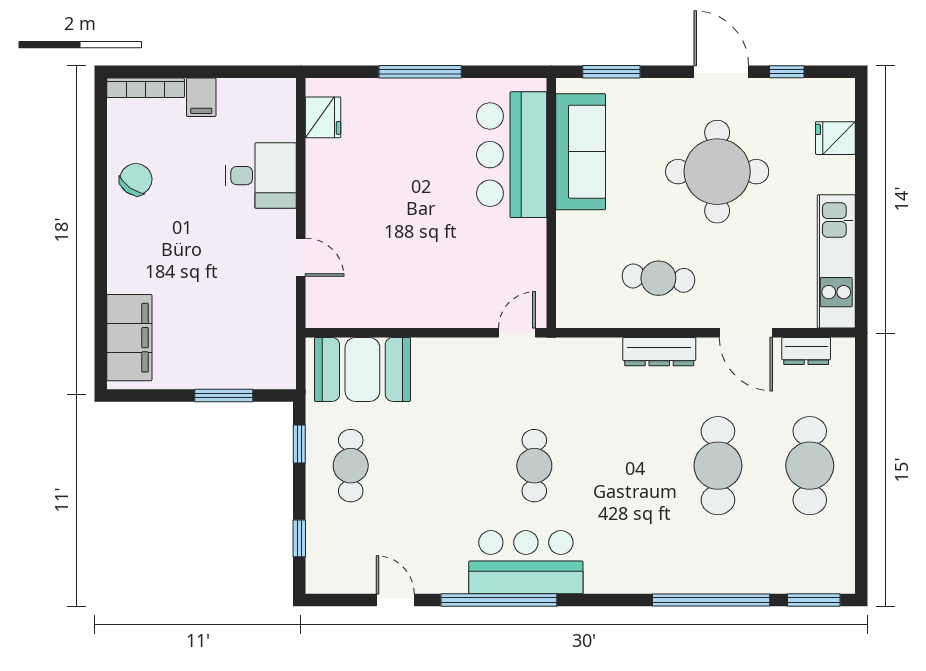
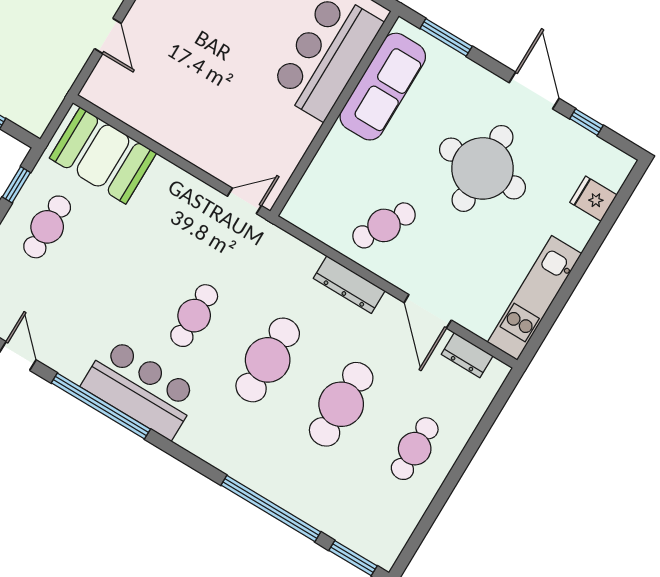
cafe table: (658, 278) -> (384, 225), turned -65
cafe table: (626, 466) -> (268, 360), added
cafe table: (810, 466) -> (415, 449), width x0.73, depth x0.74

